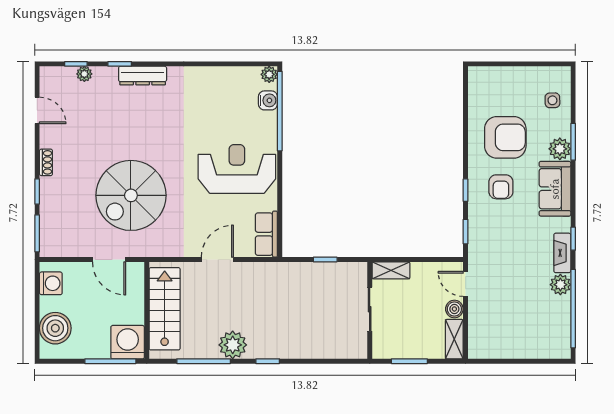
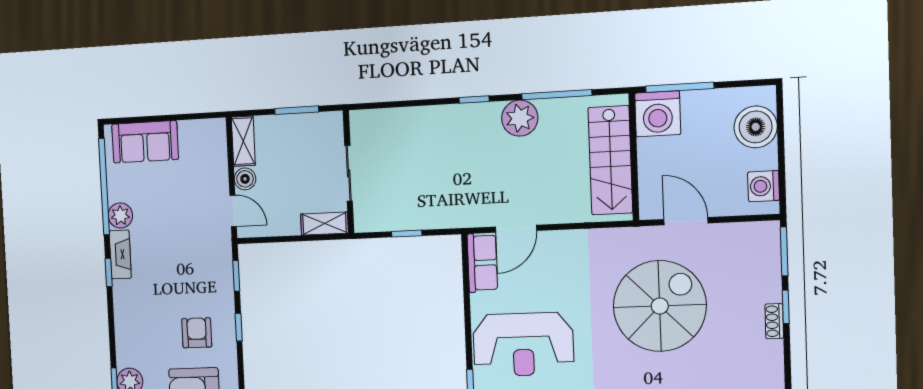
shoe rack: (46, 162) -> (774, 321), moved
sofa: (555, 189) -> (145, 142), moved, turned 90
door: (217, 259) -> (516, 229), moved

